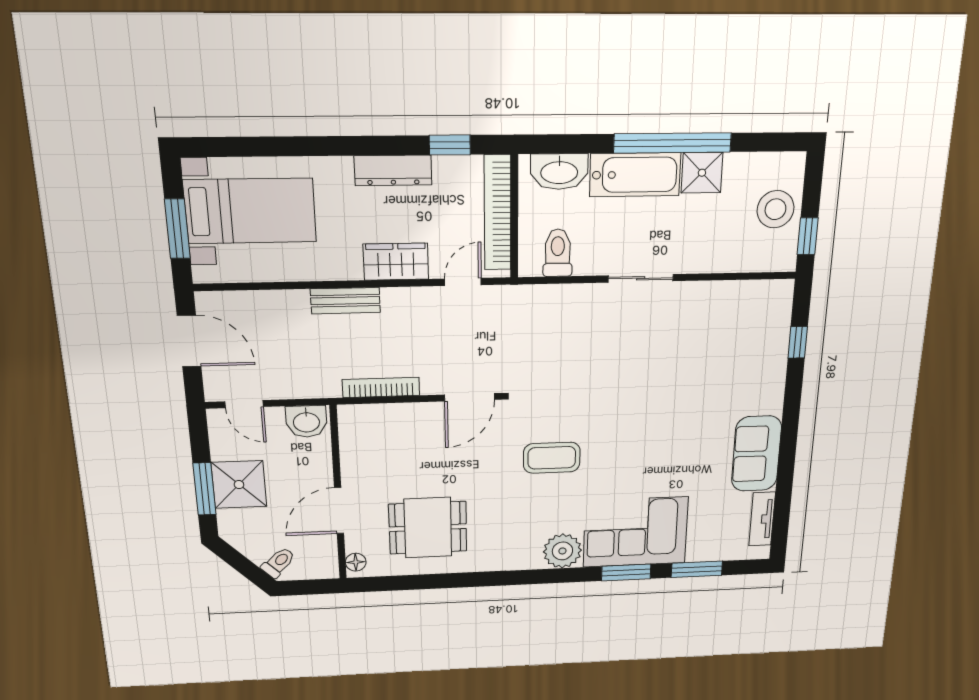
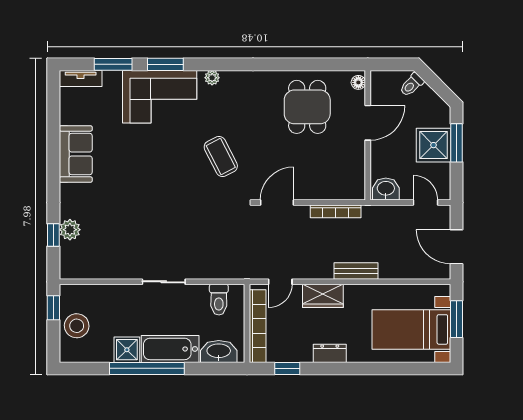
dresser: (393, 170) -> (330, 353), width x0.70
plant: (773, 351) -> (70, 230), added
coffee table: (552, 458) -> (221, 156), turned 63
tv unit: (762, 519) -> (81, 78), moved, turned 90
dining table: (428, 528) -> (307, 107), turned 90
plant: (562, 551) -> (212, 78), width x0.53, depth x0.53

